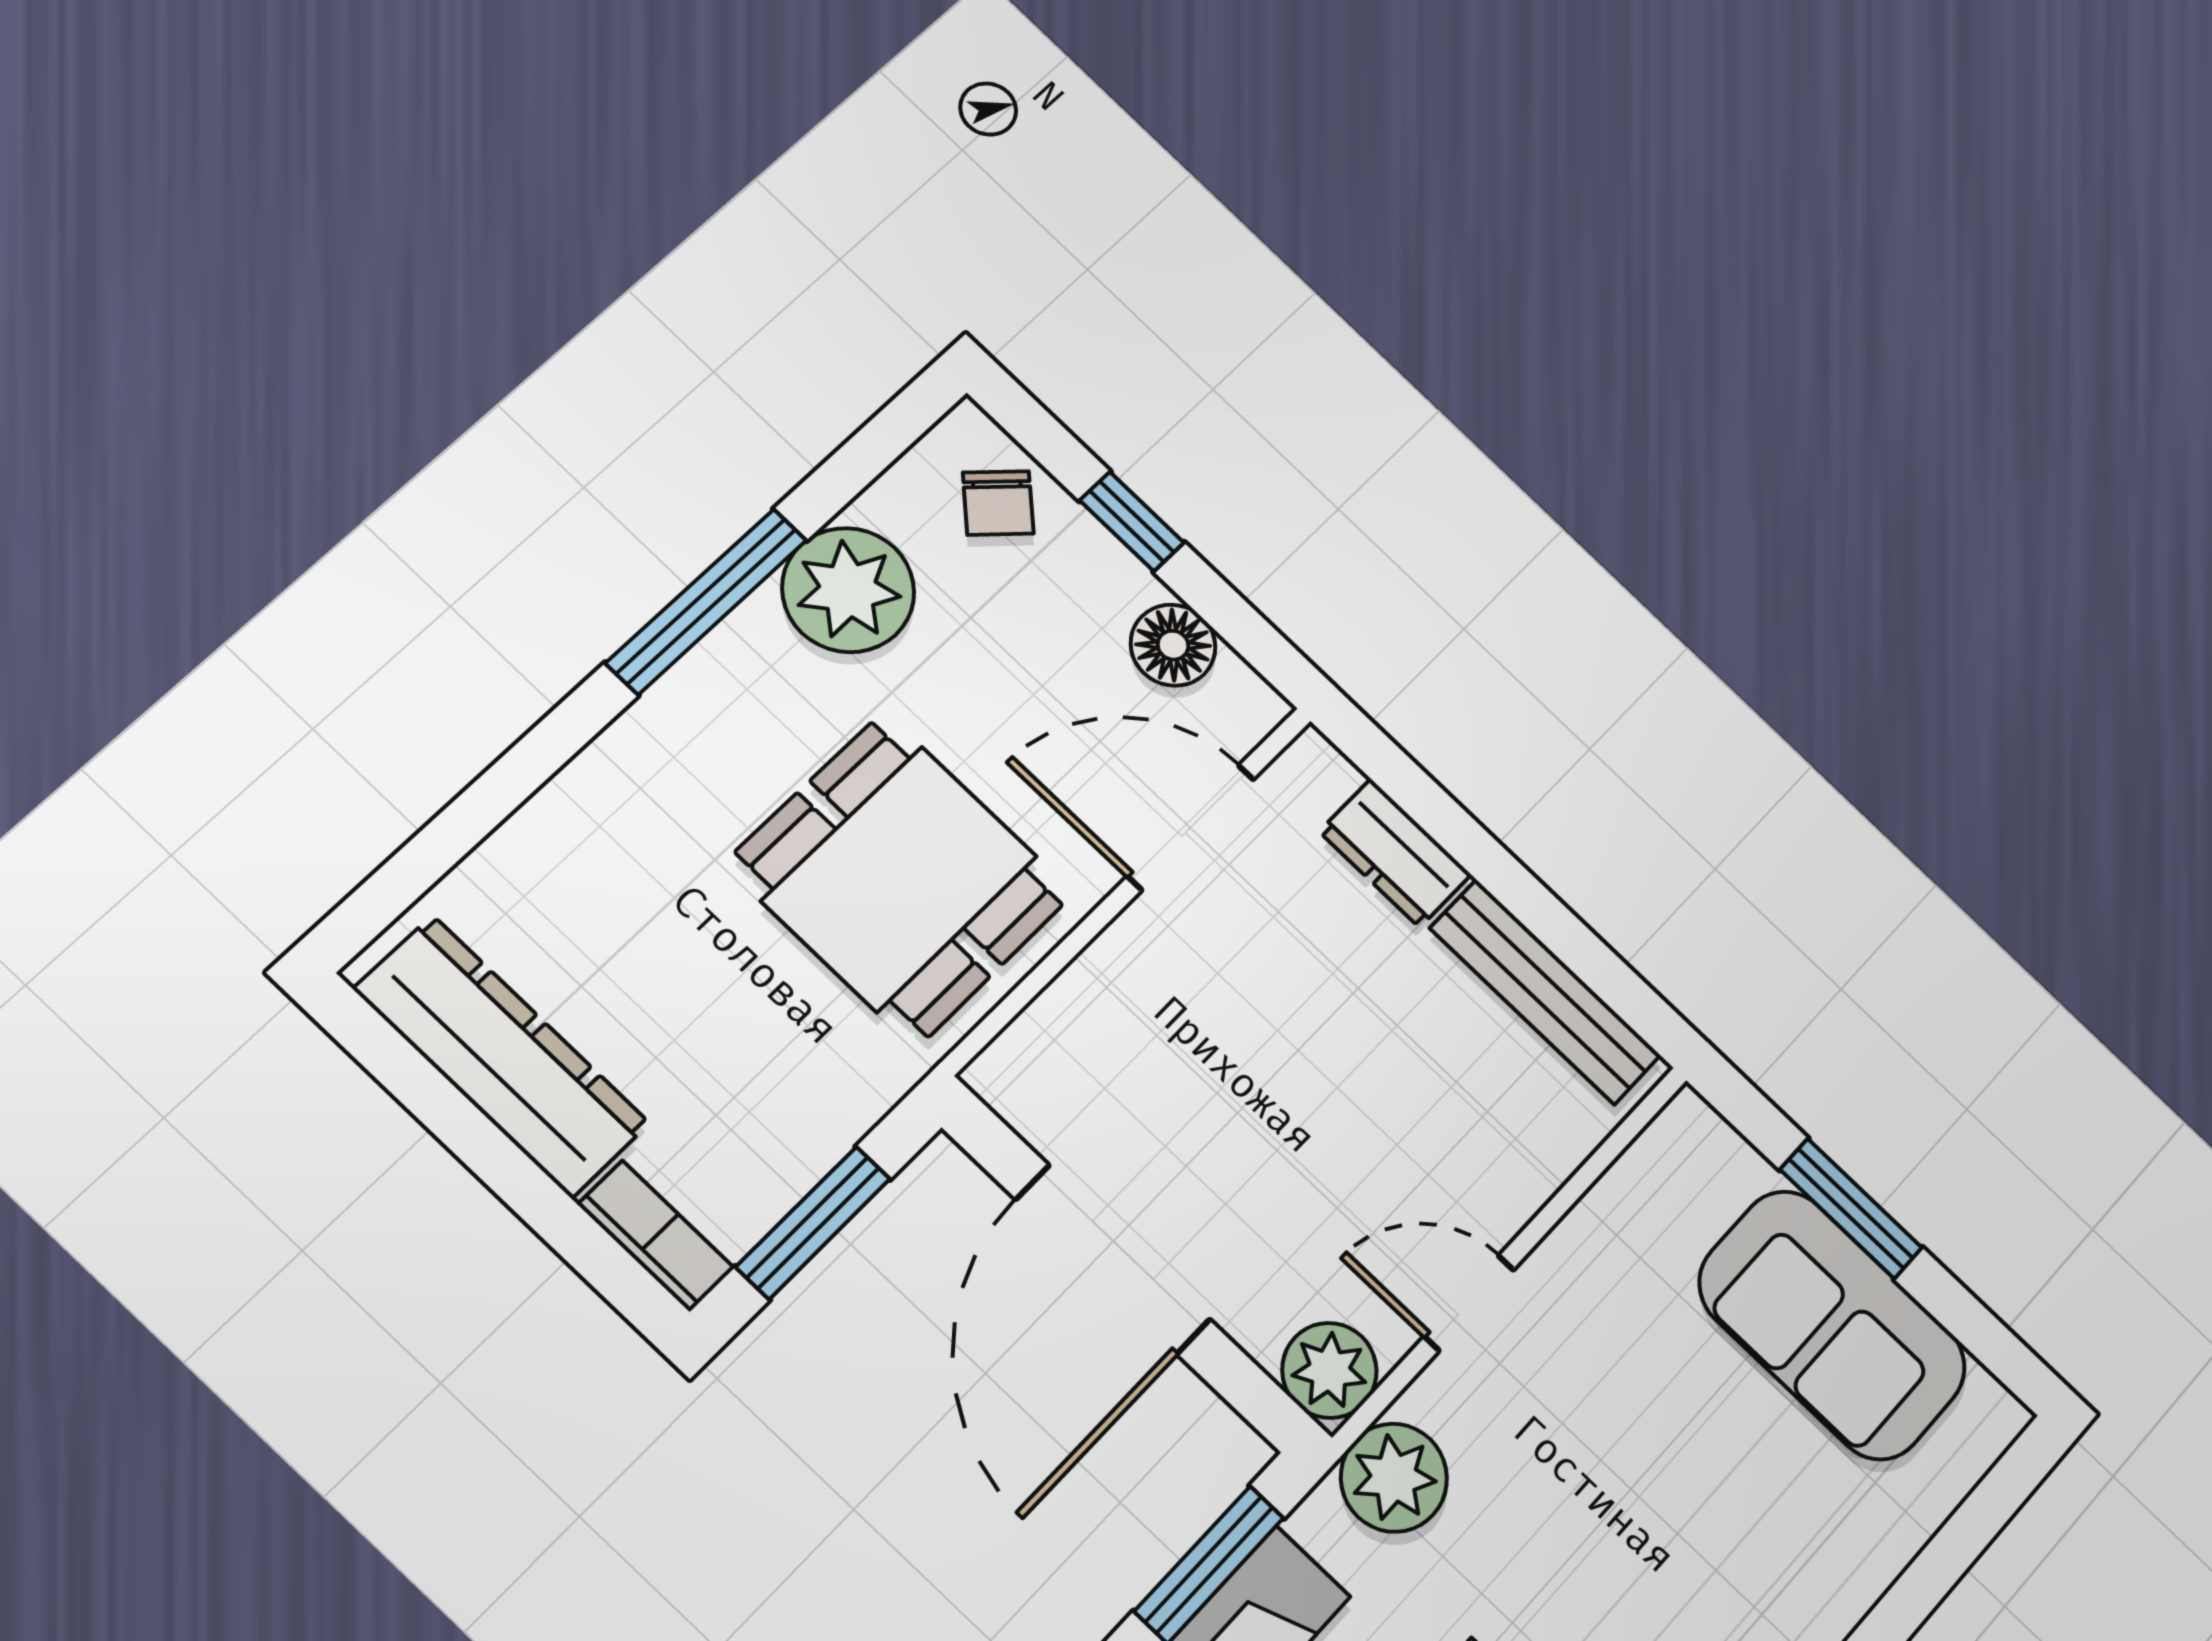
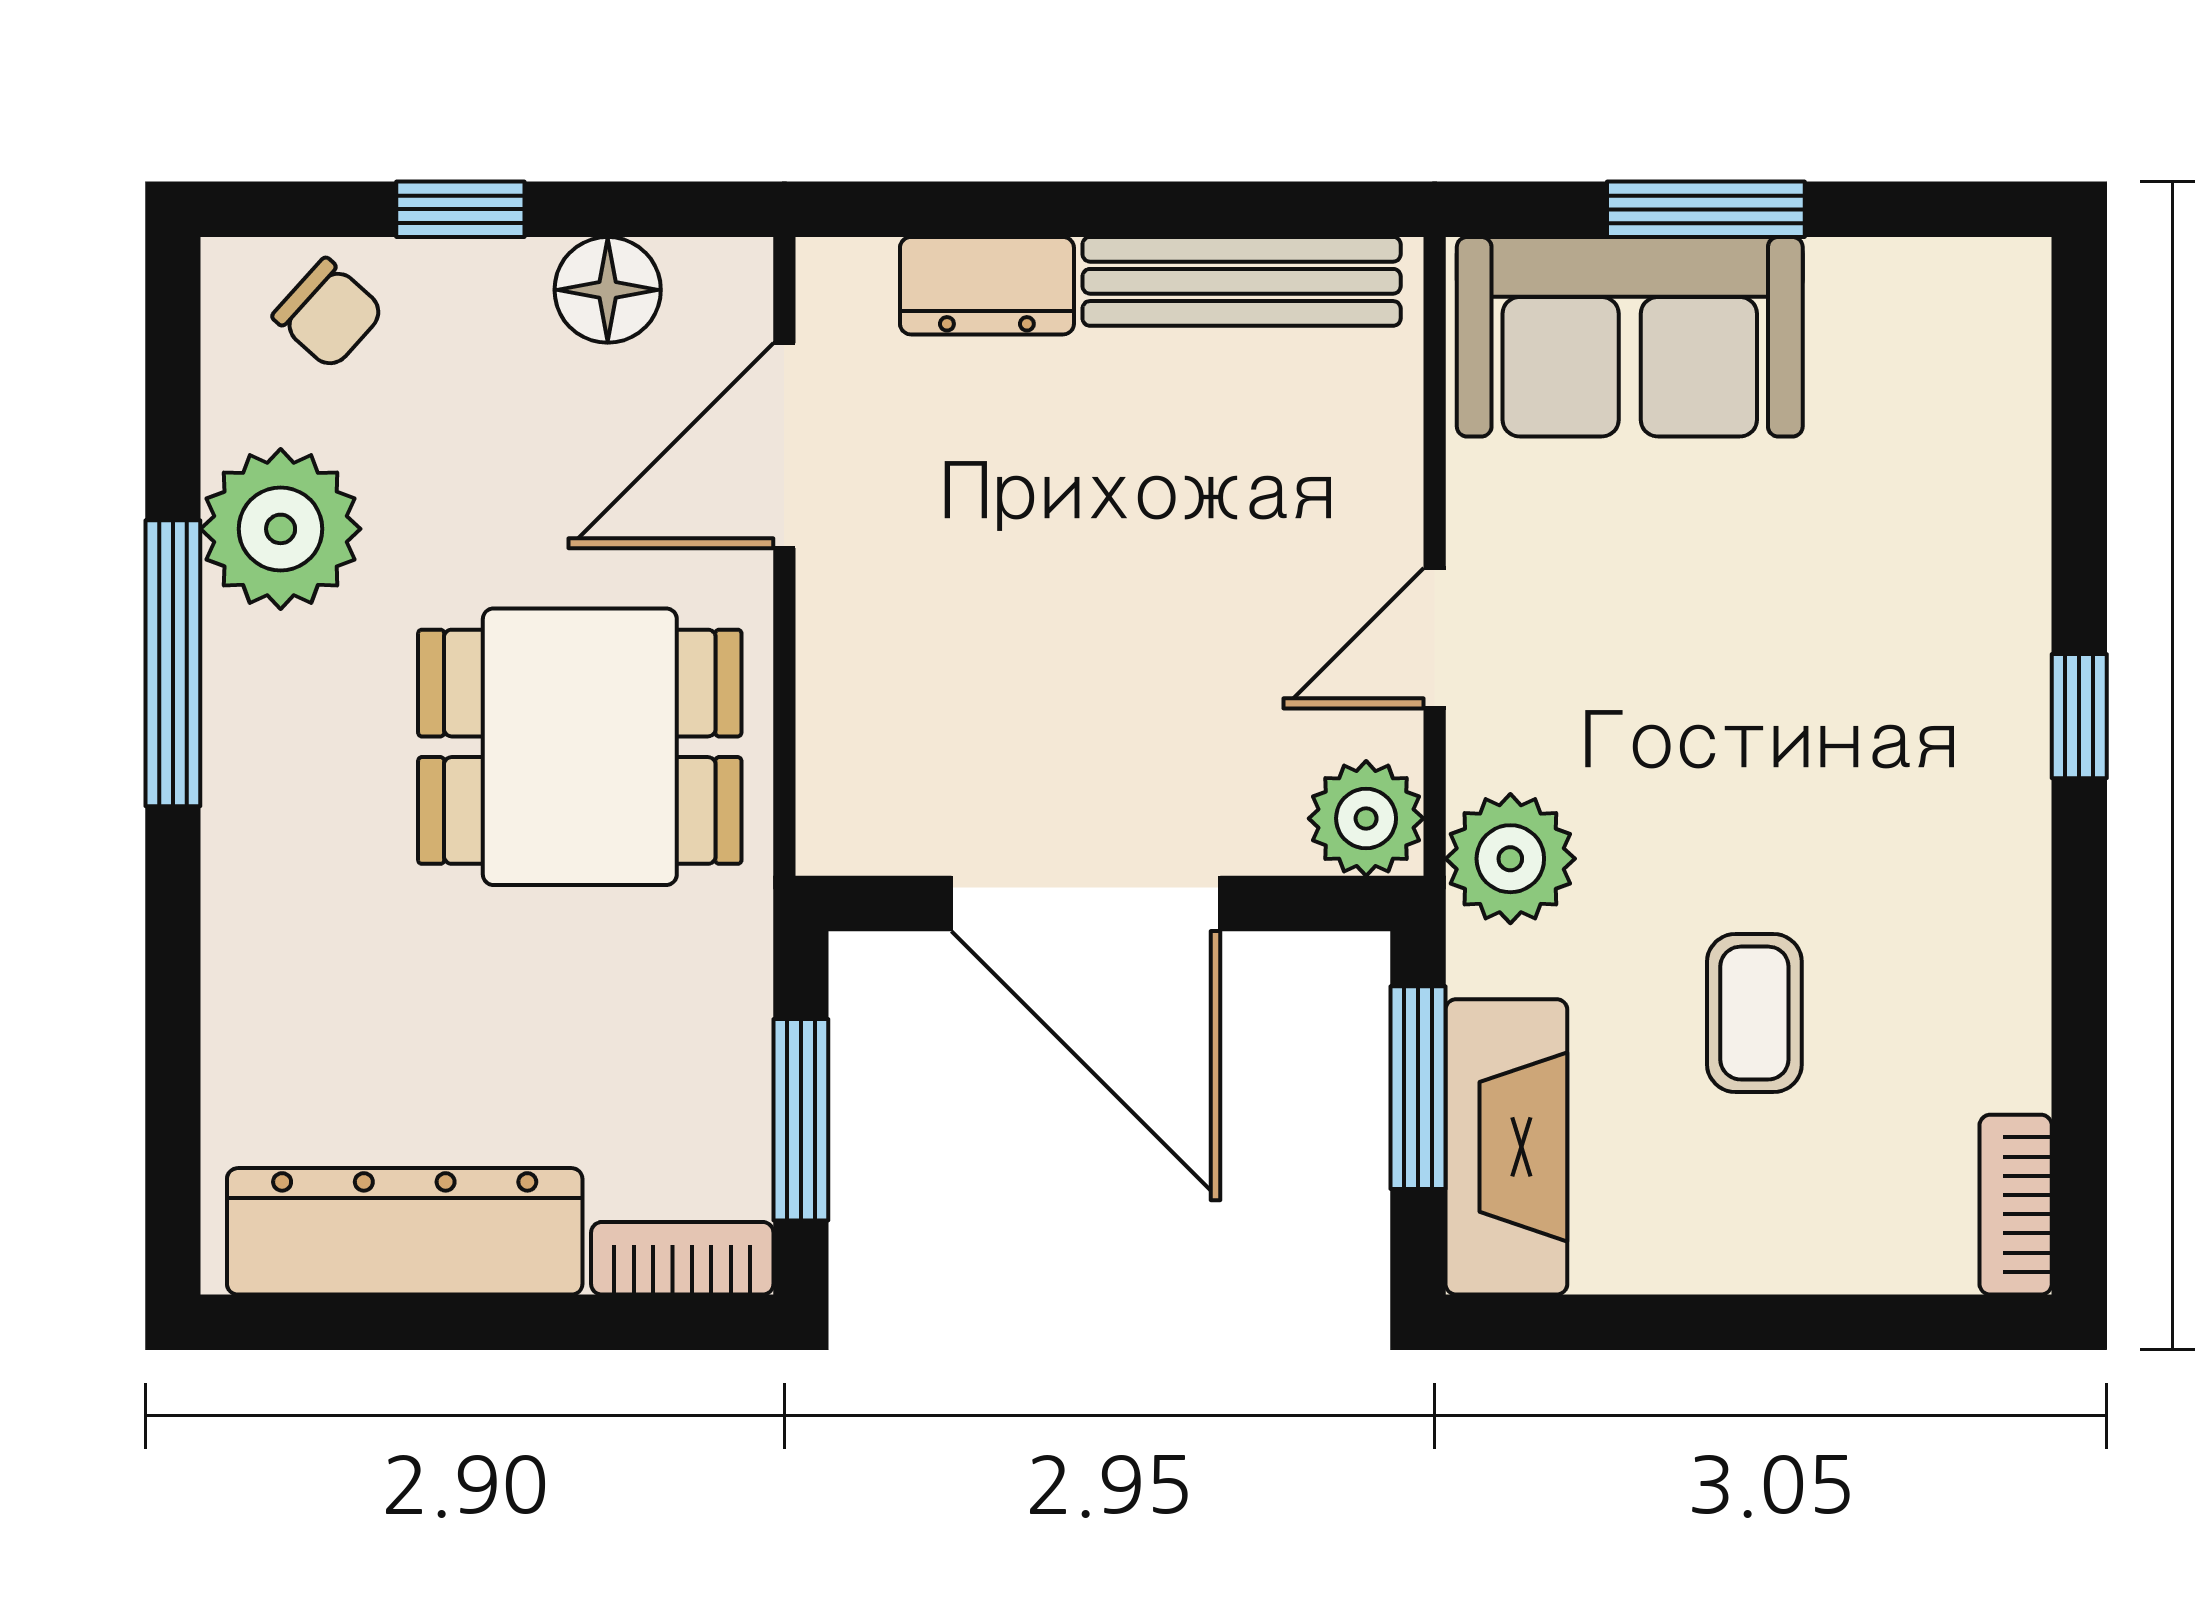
sofa: (1832, 1325) -> (1630, 337), moved

